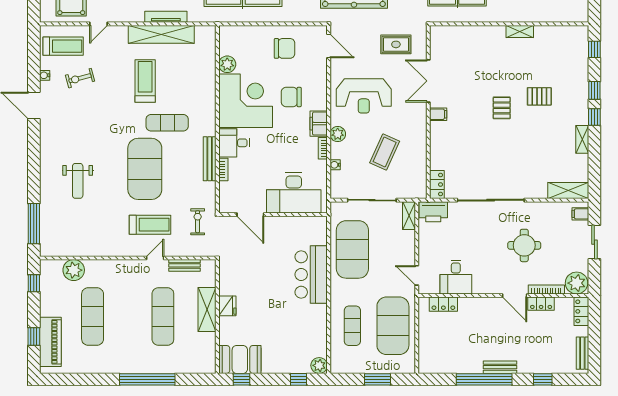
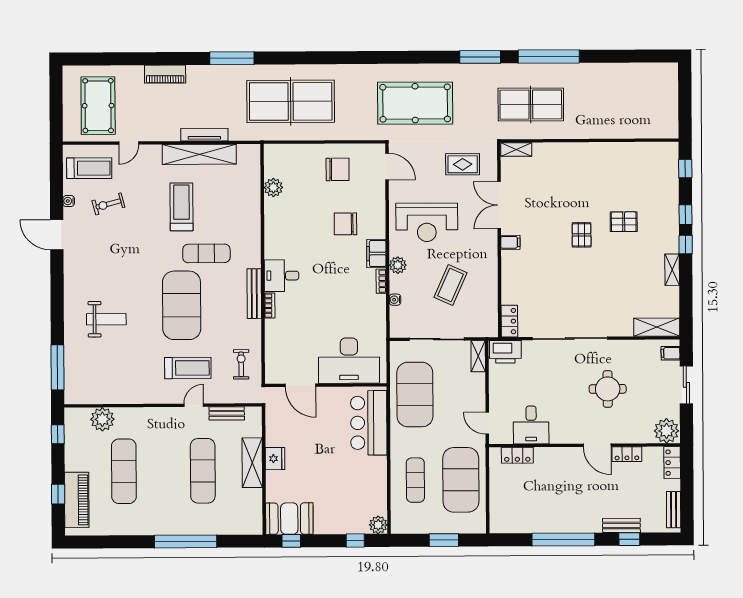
shelving: (520, 31) -> (516, 149), moved
corner desk: (246, 101) -> (294, 228), removed
weight bench: (78, 181) -> (106, 319), turned -90
desk: (294, 193) -> (349, 361), moved
door: (250, 215) -> (300, 385), moved
wall: (273, 215) -> (326, 385), moved
bookcase: (546, 290) -> (633, 438), removed
bench: (500, 367) -> (621, 525), moved

